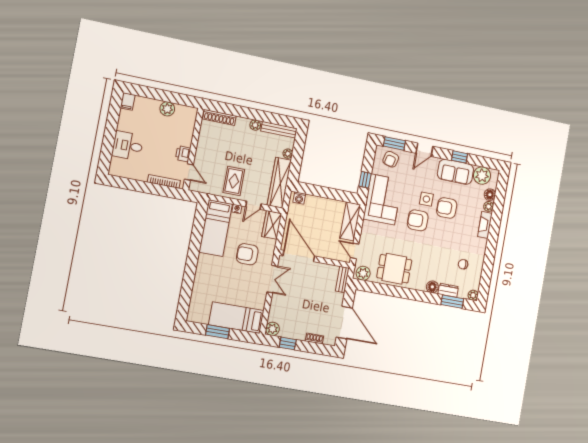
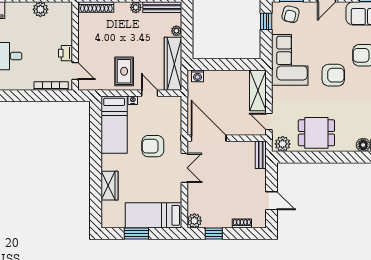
window: (365, 180) -> (266, 21), moved
side table: (426, 199) -> (339, 50), removed
door: (253, 205) -> (150, 93), swing flipped
armchair: (418, 220) -> (333, 75), turned 180
wardrobe: (272, 225) -> (110, 186), moved, turned 180
door: (344, 323) -> (272, 201), width x0.53

